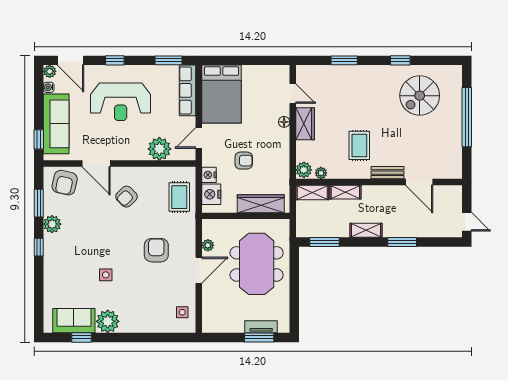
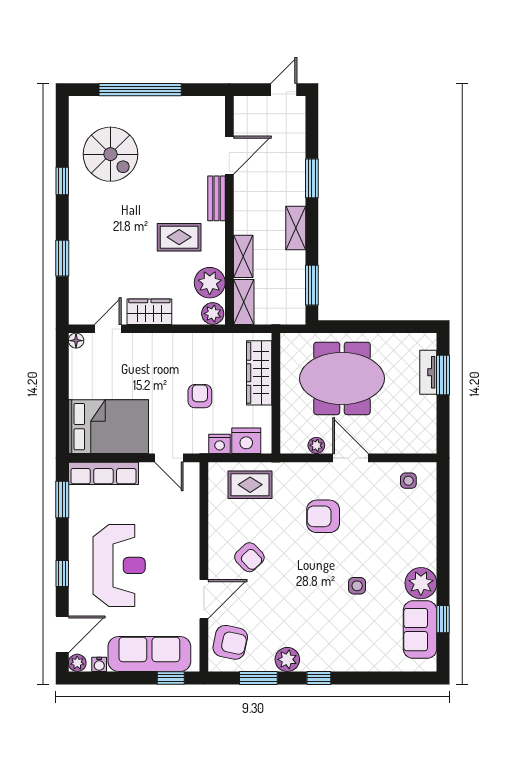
floor lamp: (284, 122) -> (76, 341), moved
plant: (159, 149) -> (184, 512), removed
plant: (321, 173) -> (210, 283), width x1.87, depth x1.87

